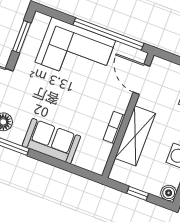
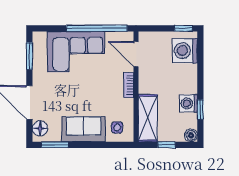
bookcase: (114, 128) -> (129, 85), moved
shelving: (135, 136) -> (148, 118), moved
side table: (90, 153) -> (117, 128), added

